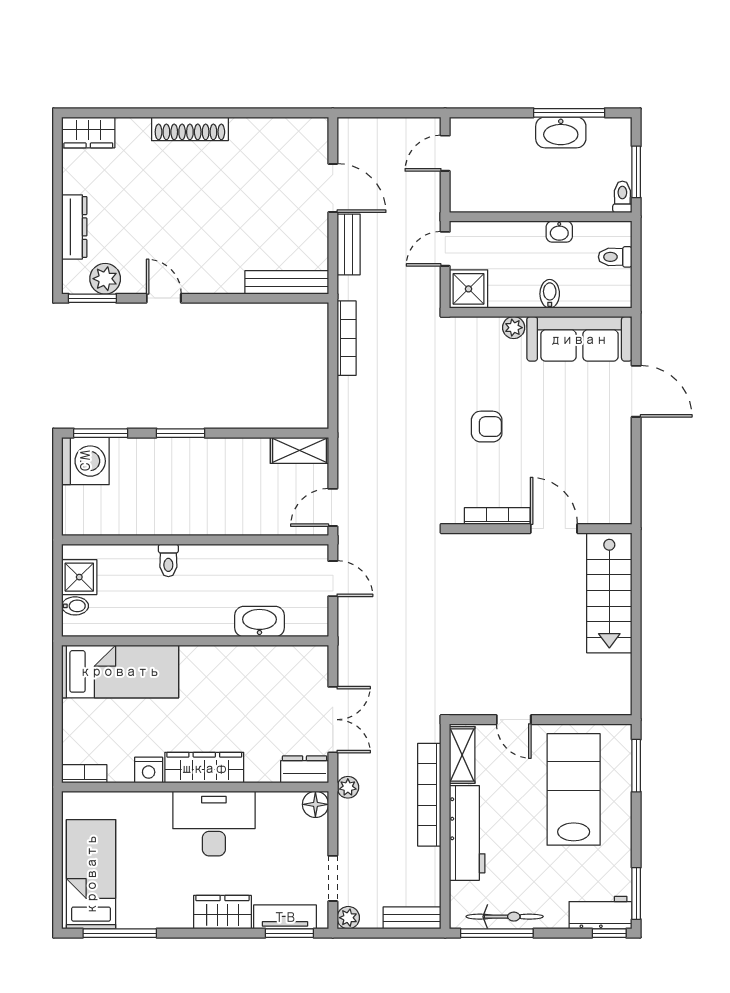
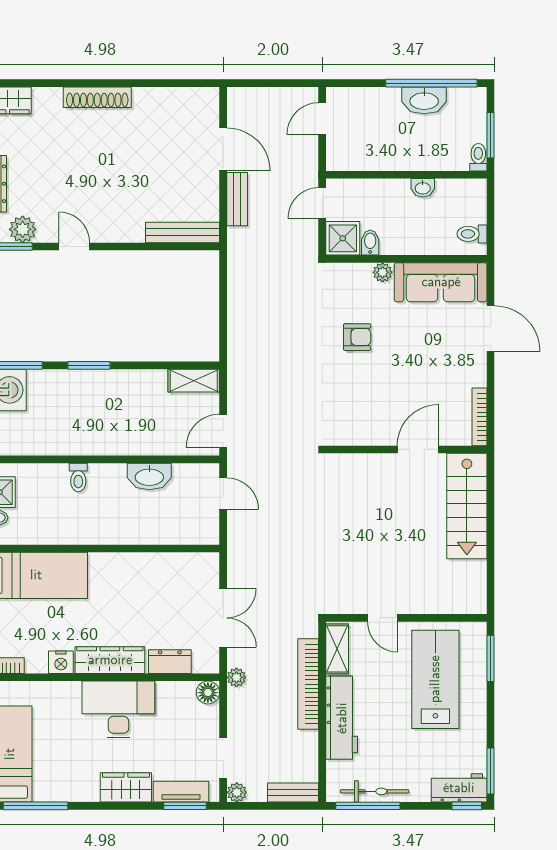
window: (569, 113) -> (431, 83), width x1.46
toilet: (615, 257) -> (472, 234), moved
bidet: (550, 294) -> (370, 243), moved
bookcase: (347, 338) -> (235, 282), removed
armchair: (487, 427) -> (357, 337), moved
bookcase: (497, 516) -> (479, 417), moved, turned -90
door: (554, 529) -> (418, 449), hinge flipped
washbasin: (259, 622) -> (149, 476), moved, turned 180
dresser: (305, 769) -> (170, 662), moved

